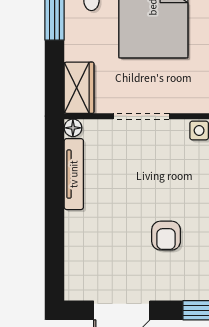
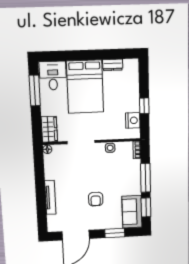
tv unit: (74, 174) -> (50, 197), moved

